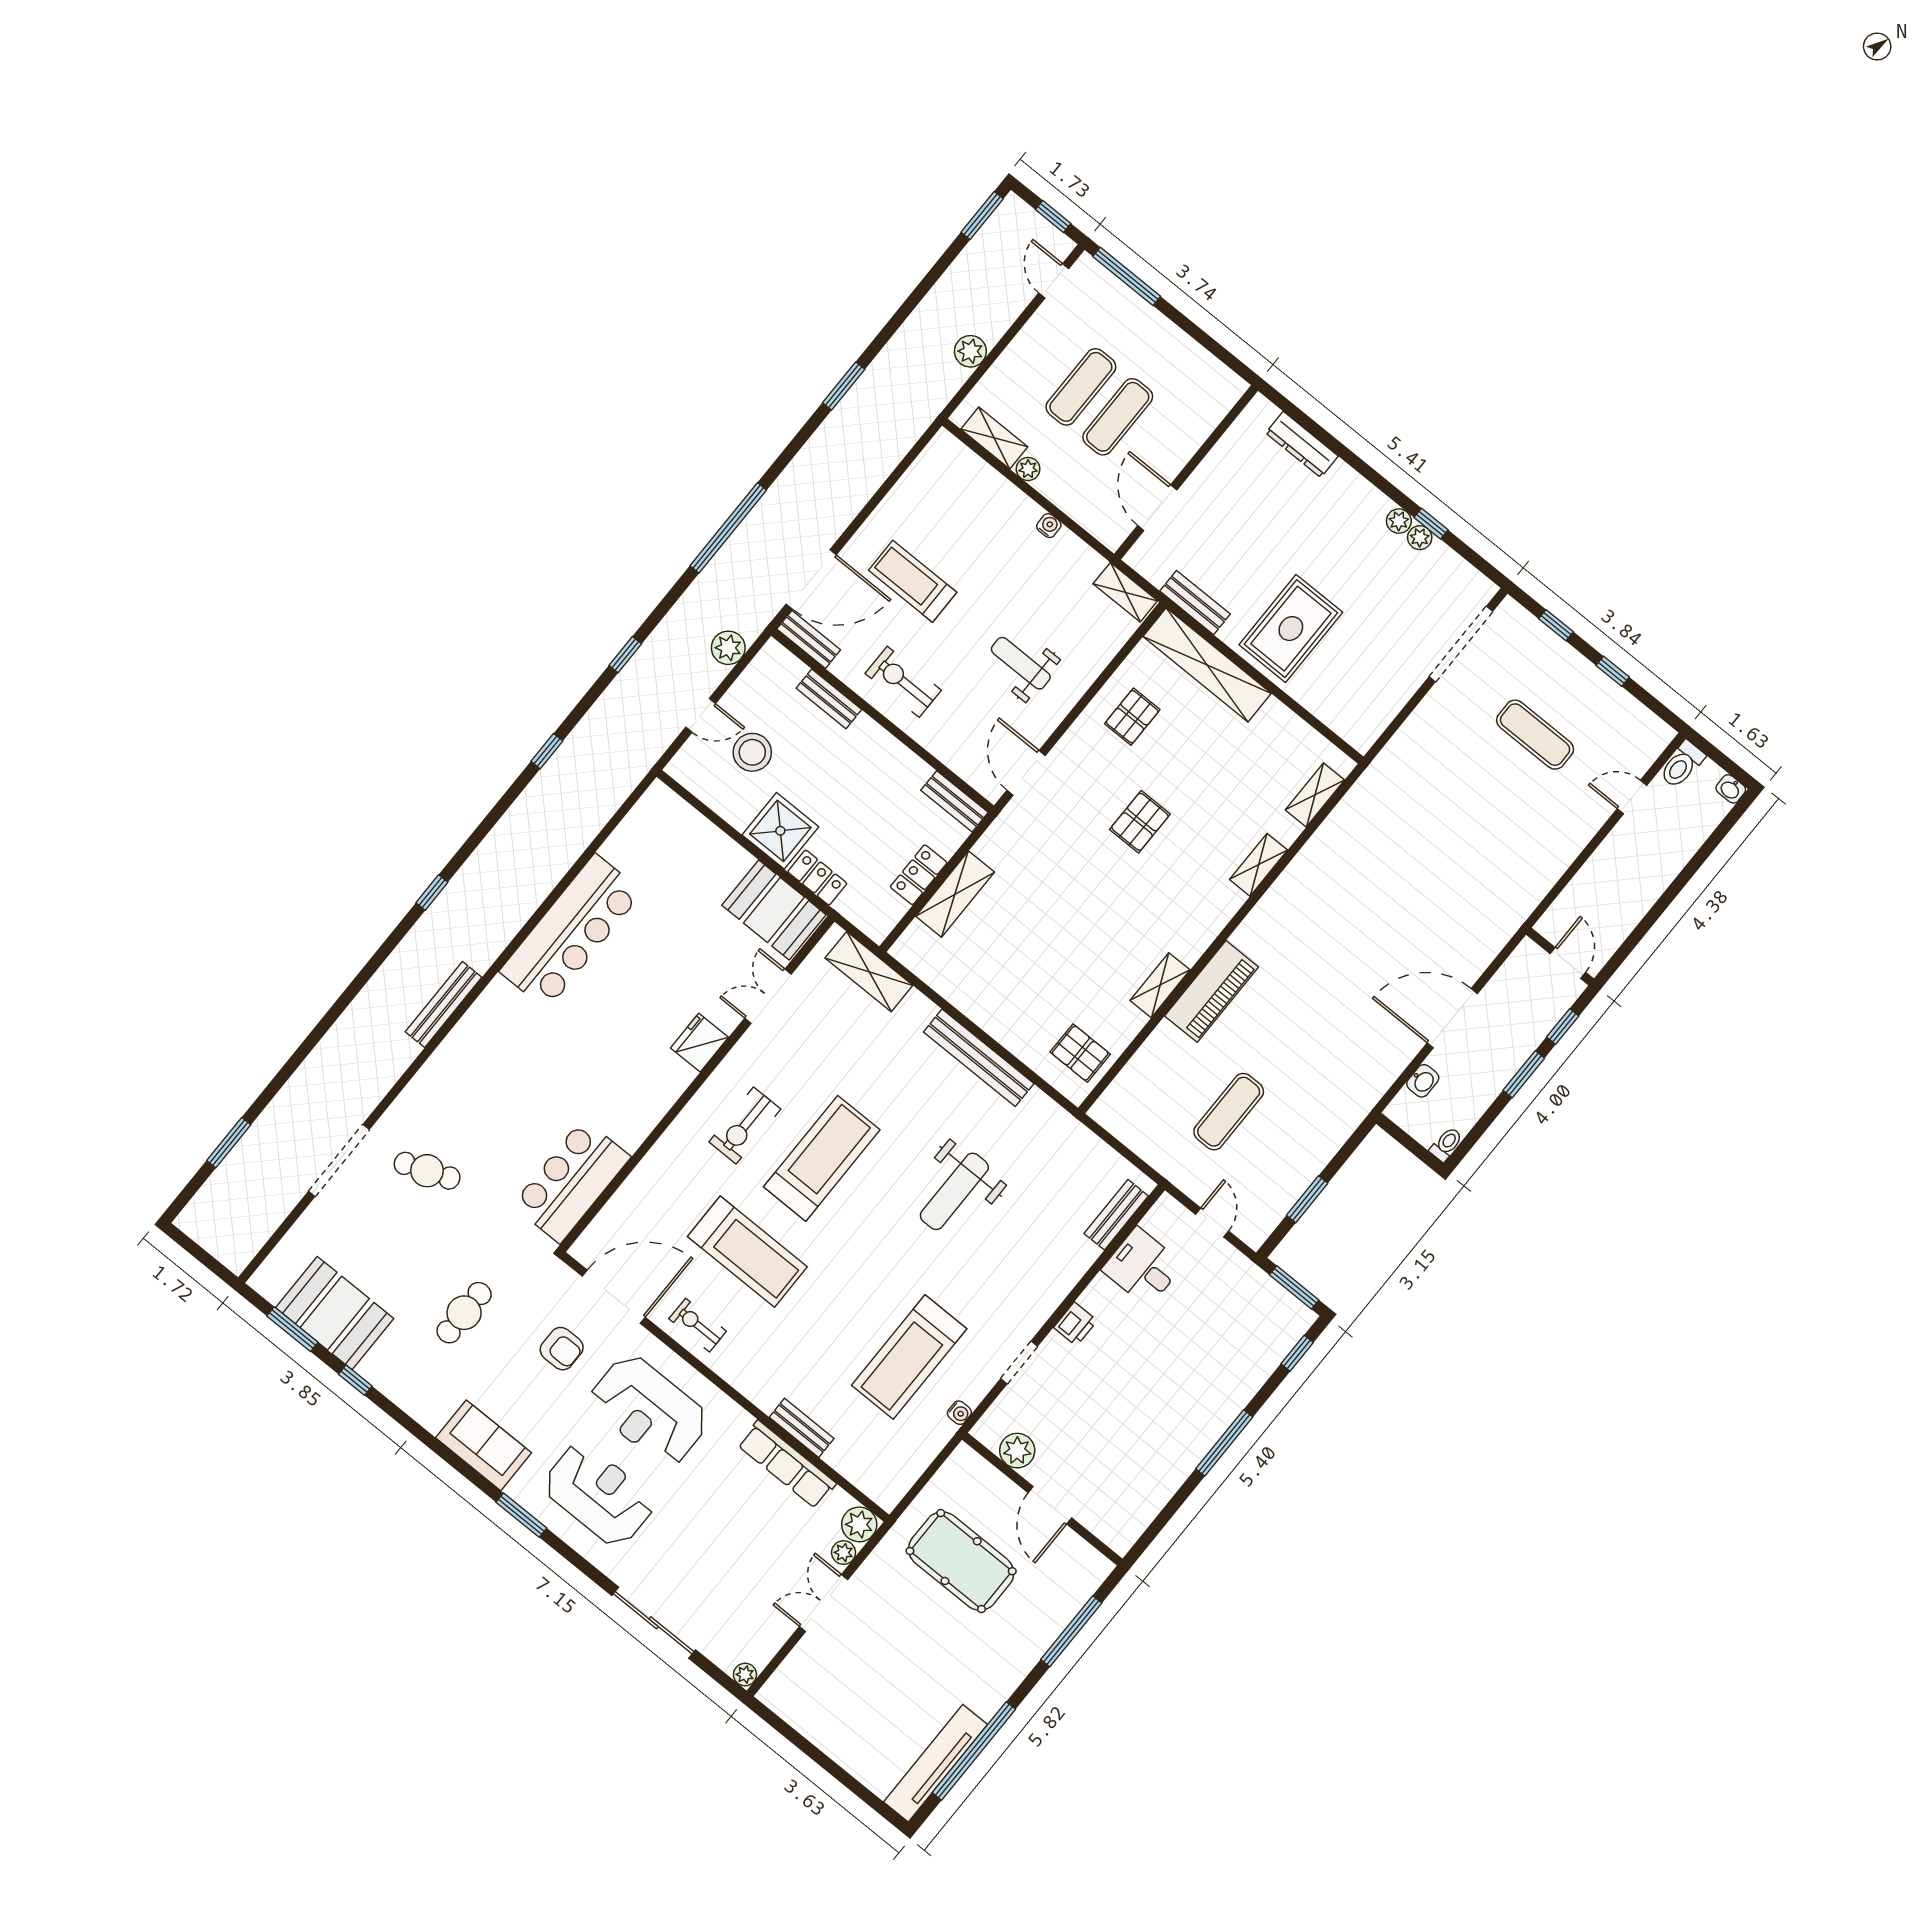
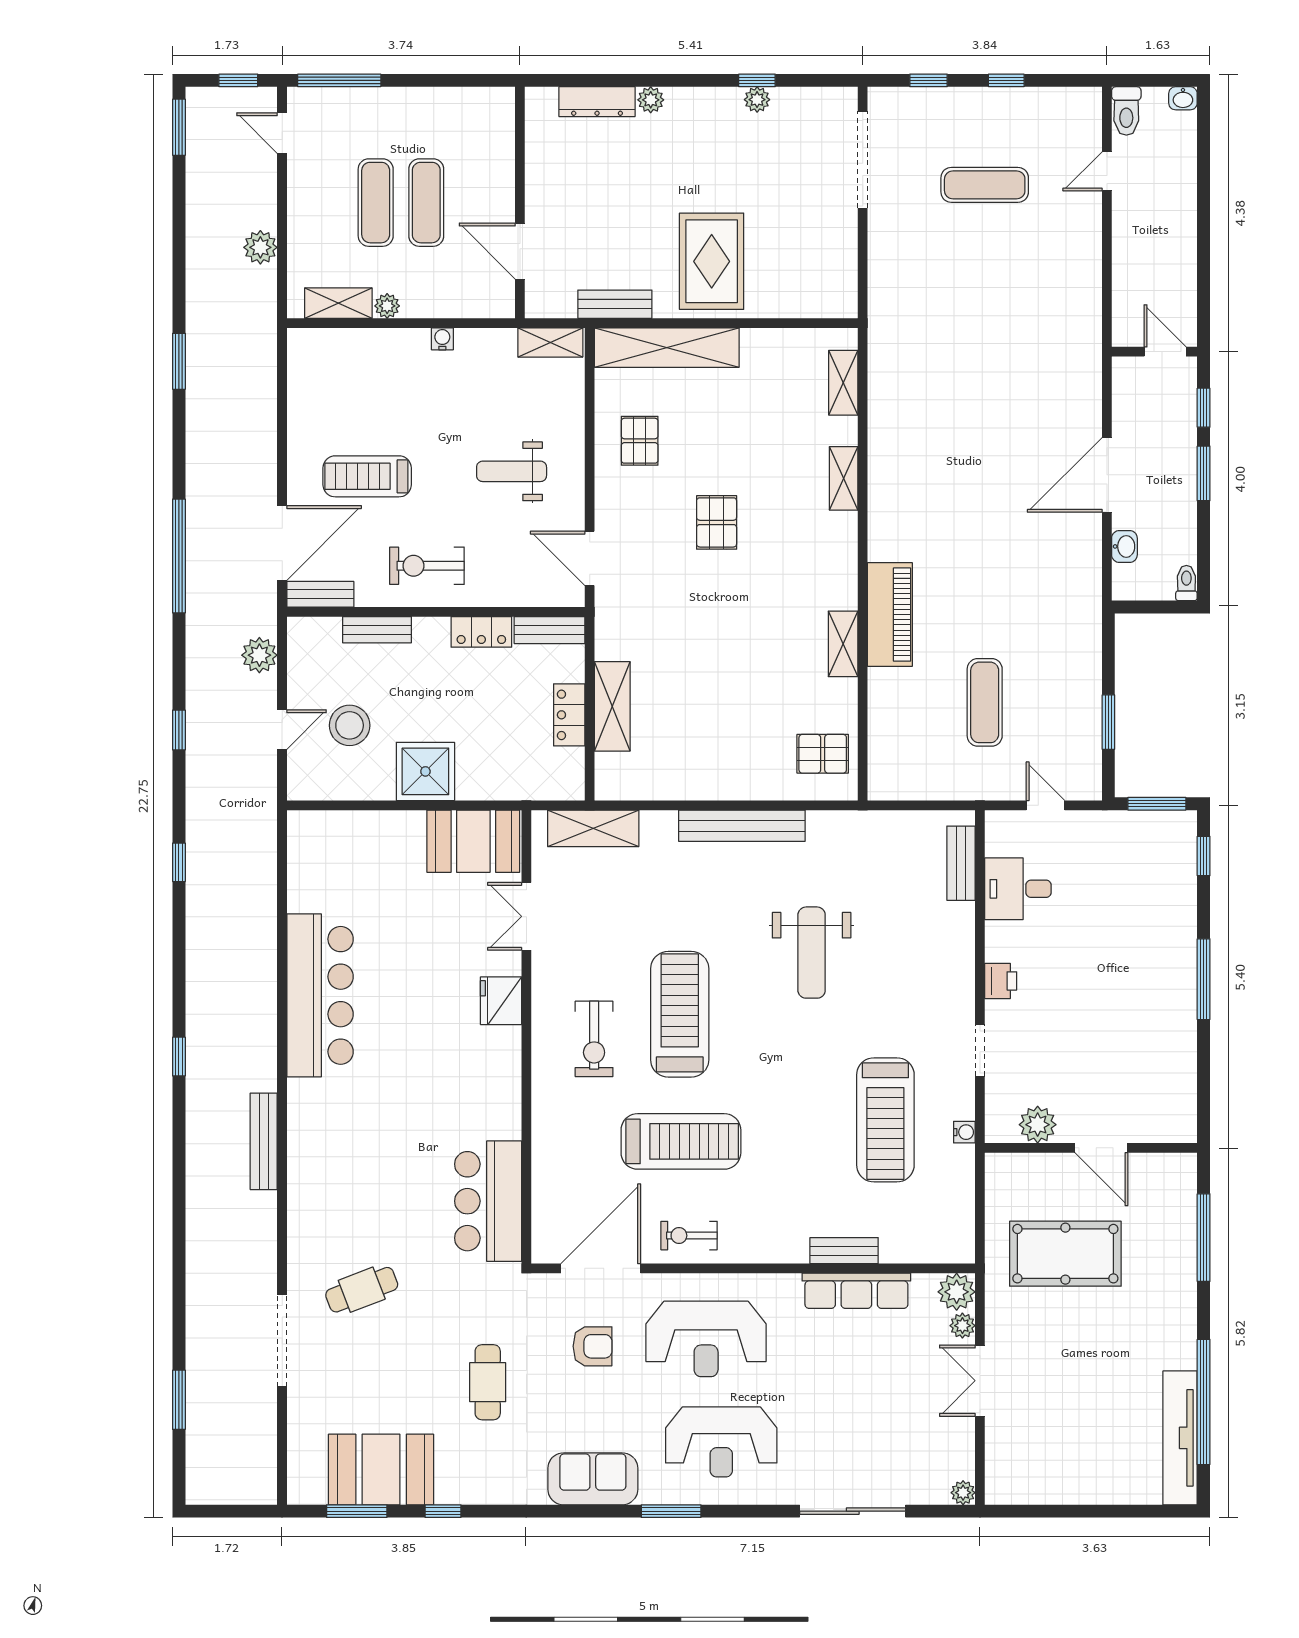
plant: (1399, 521) -> (651, 100), moved
locker: (817, 878) -> (481, 632), moved, turned 180
reception desk: (599, 1494) -> (721, 1442), turned 180

